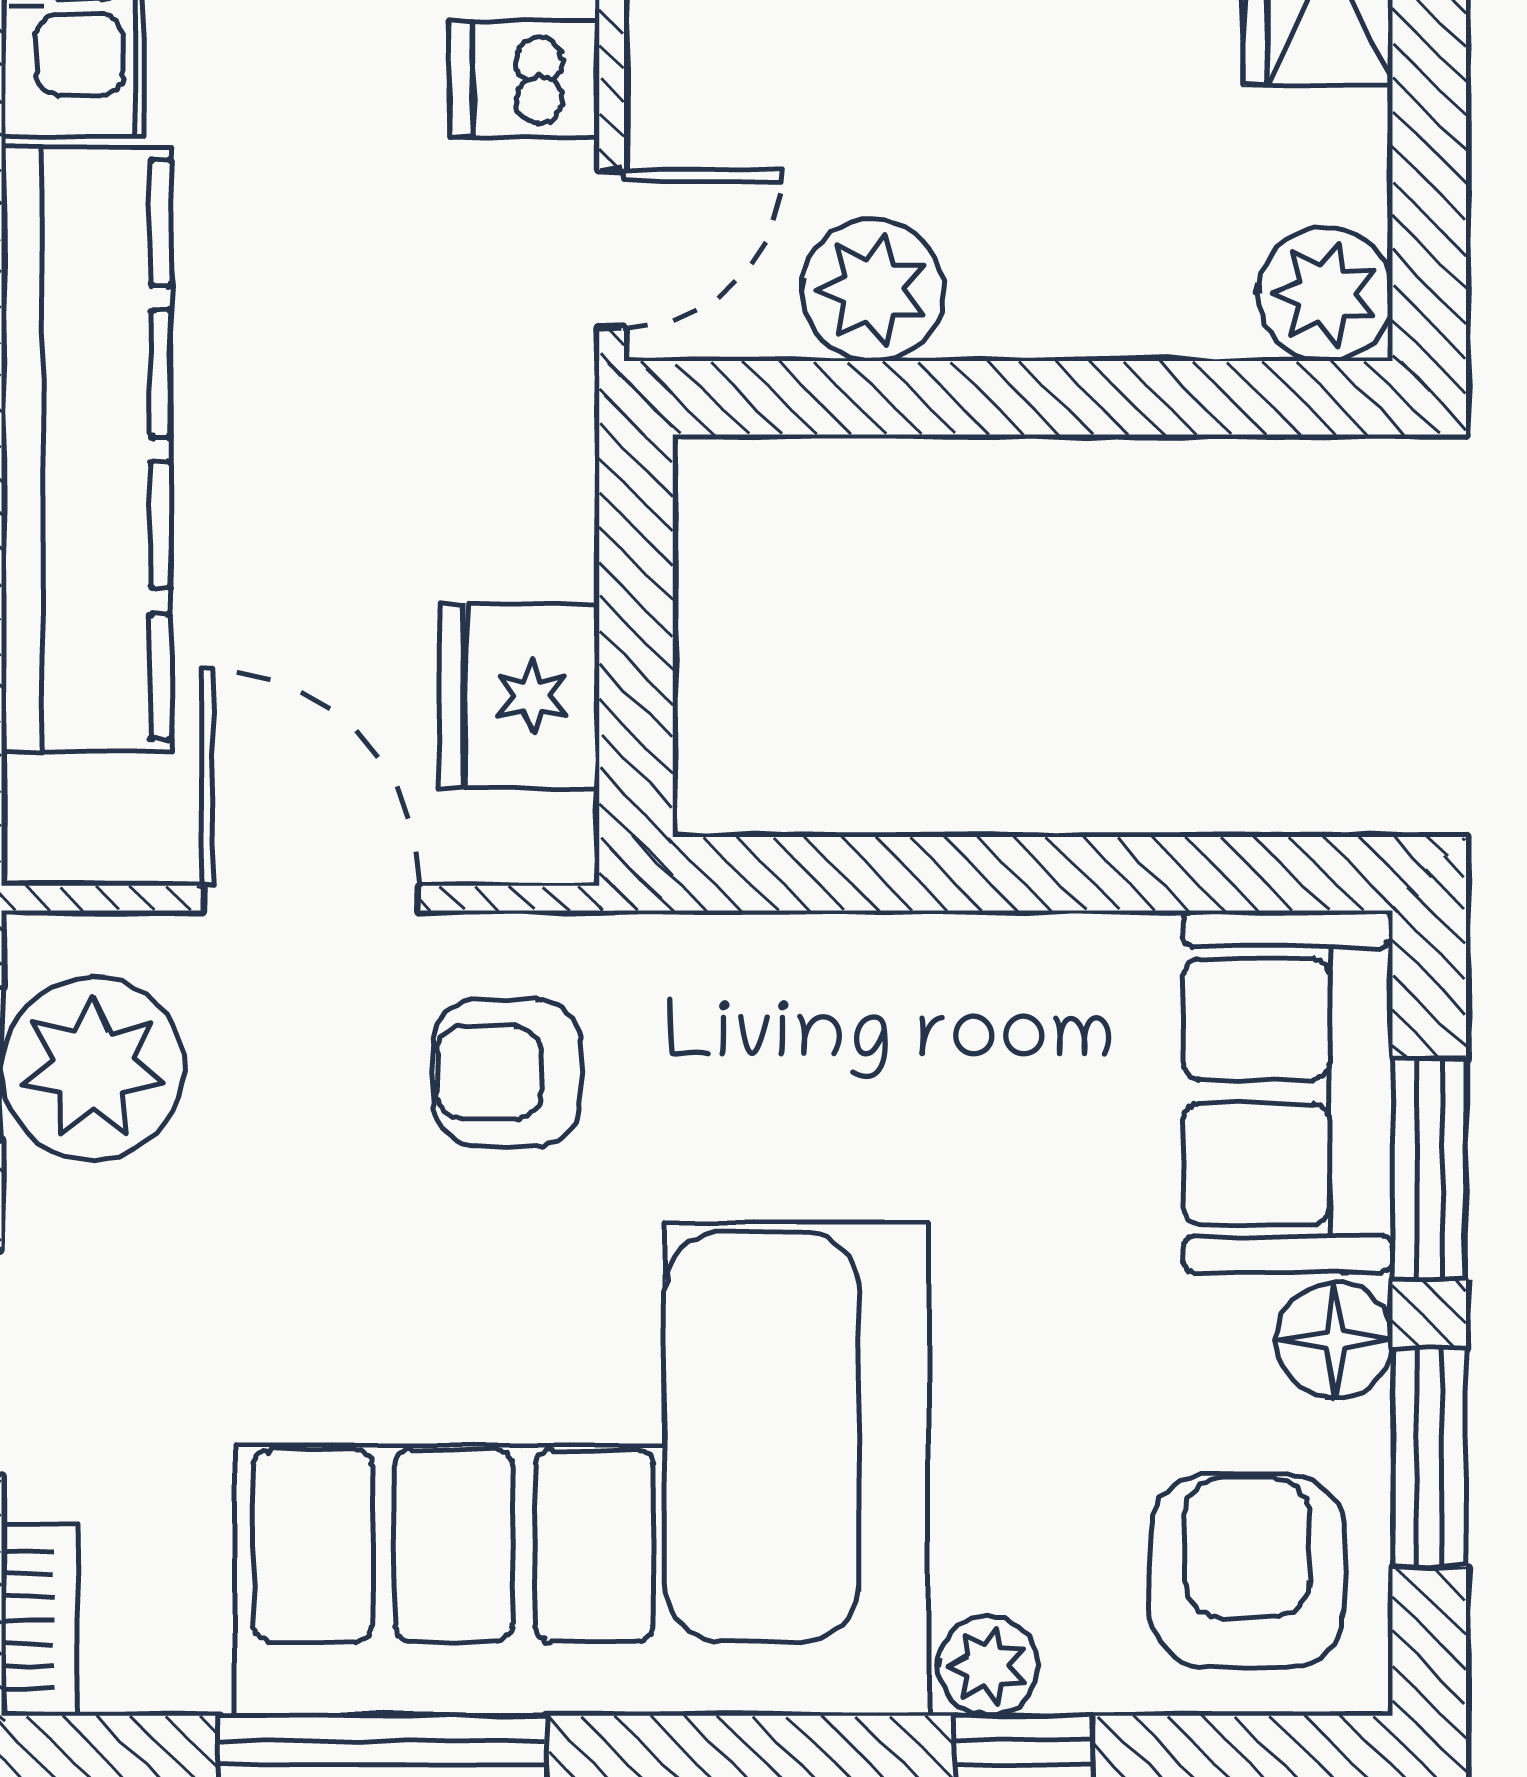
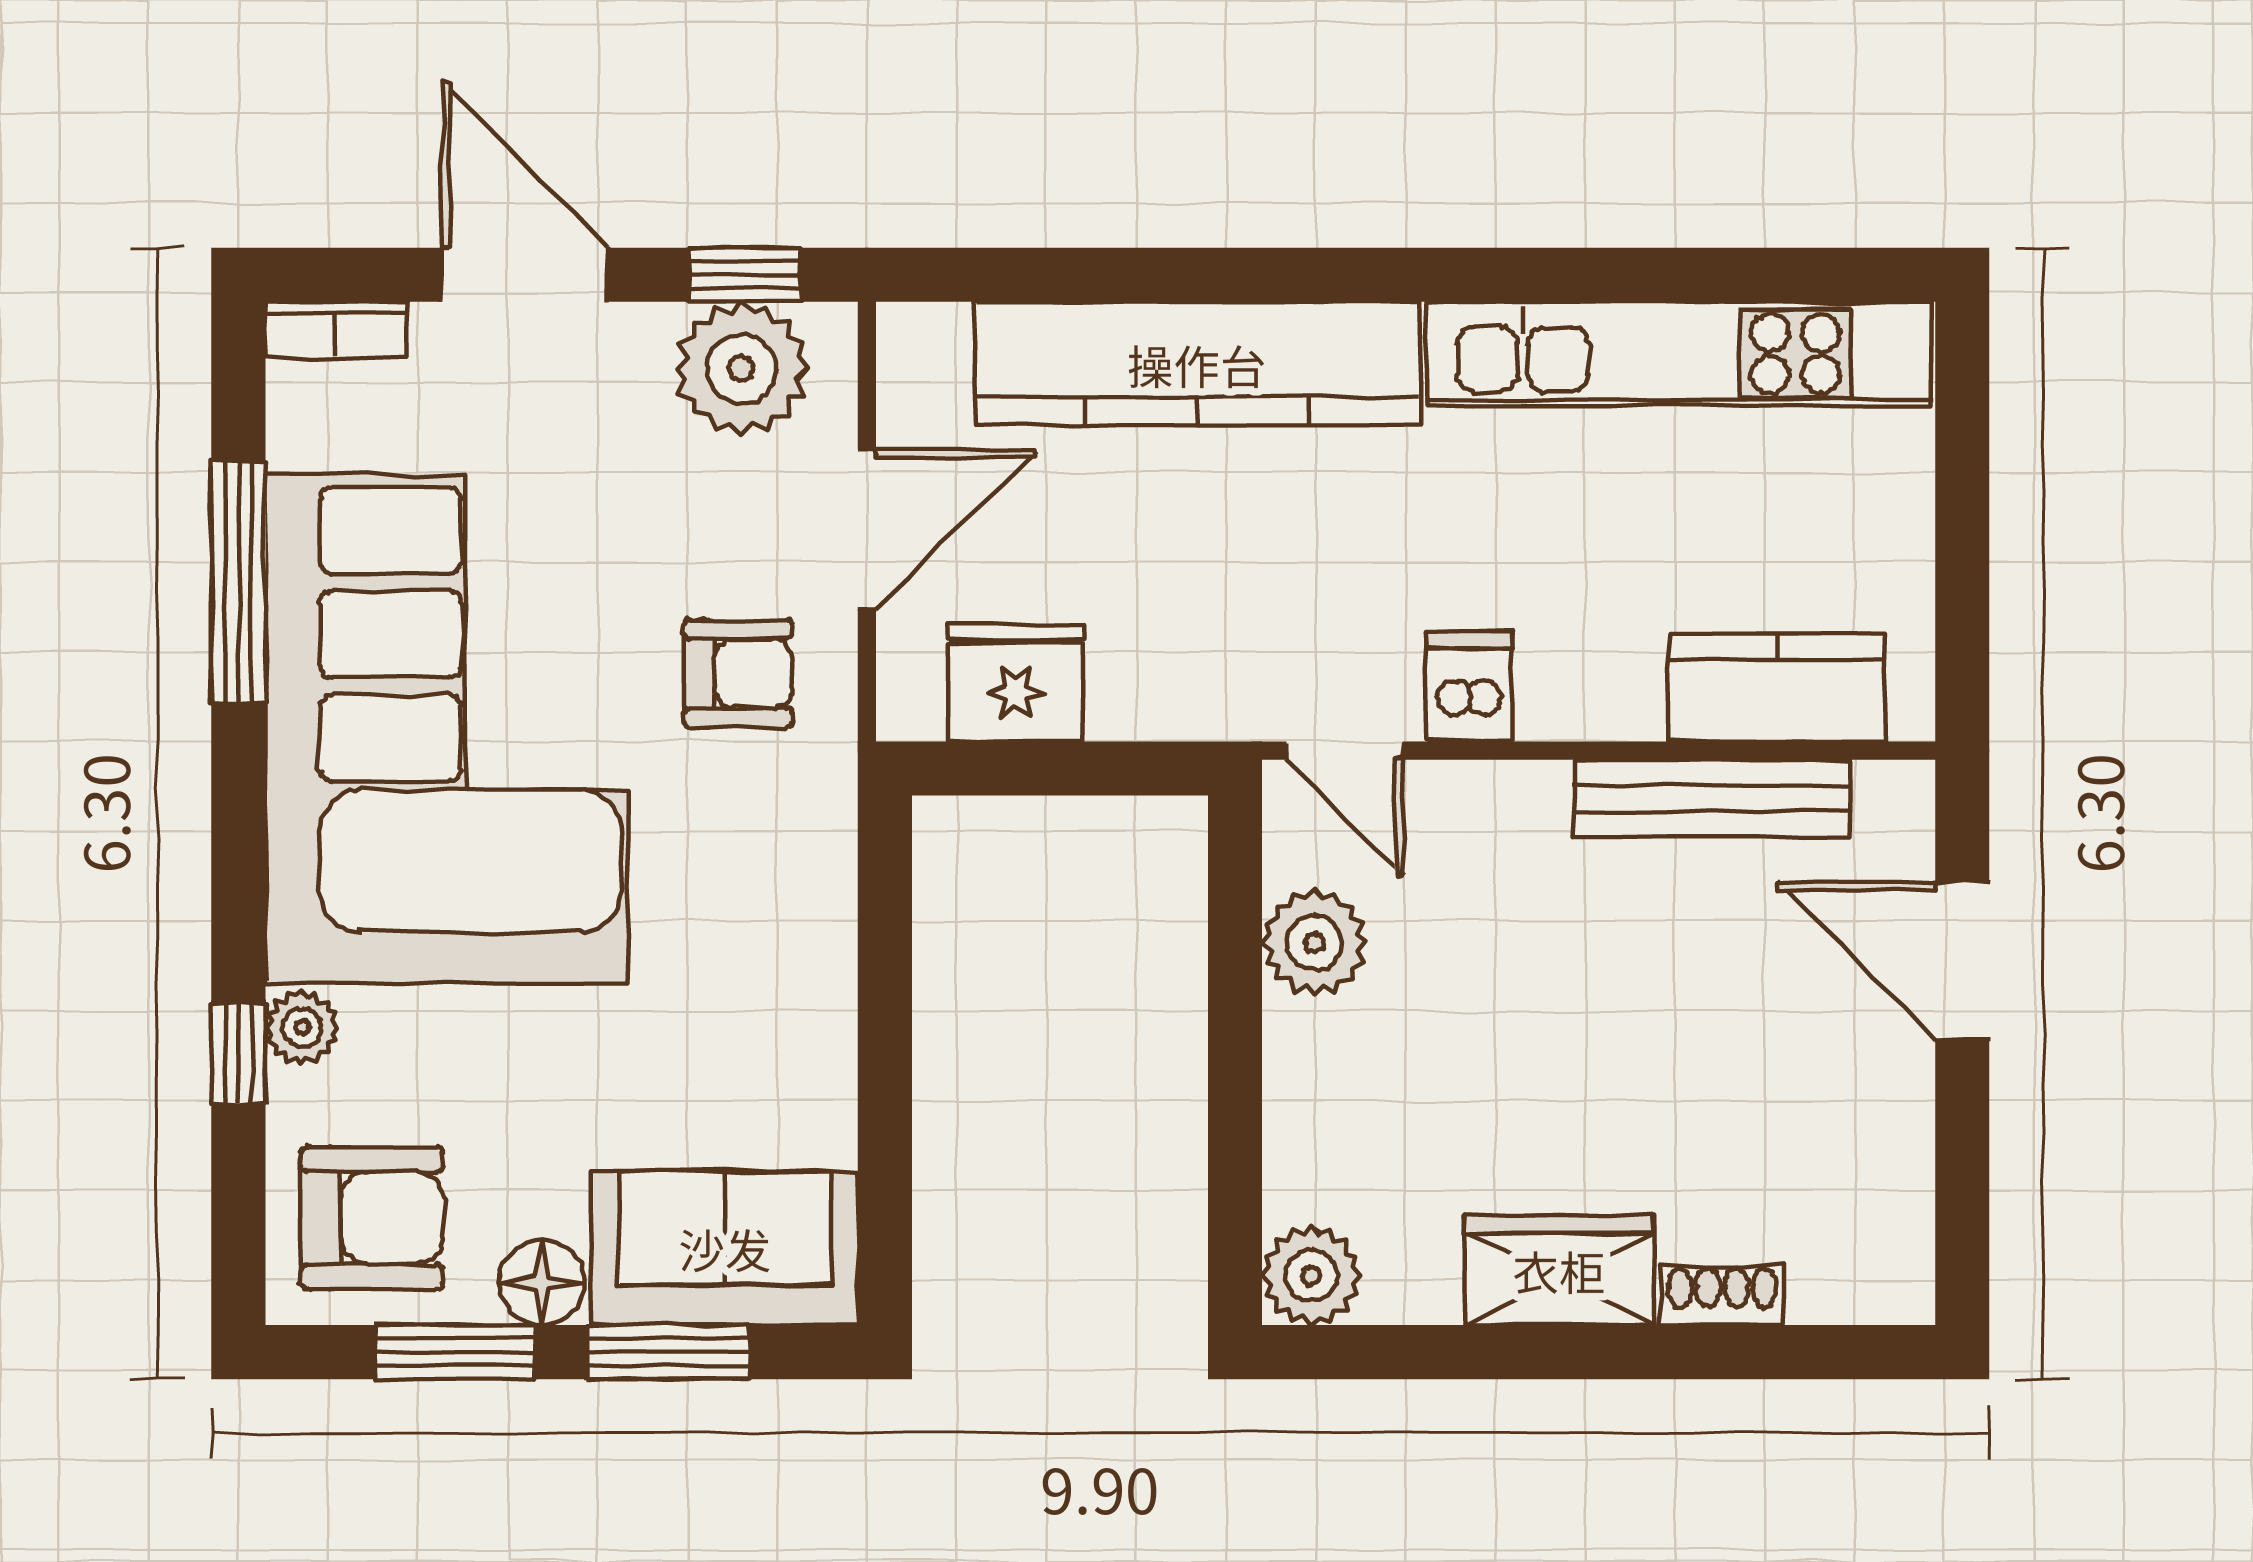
armchair: (507, 1073) -> (738, 673), turned 90

